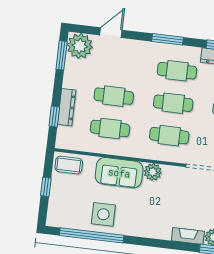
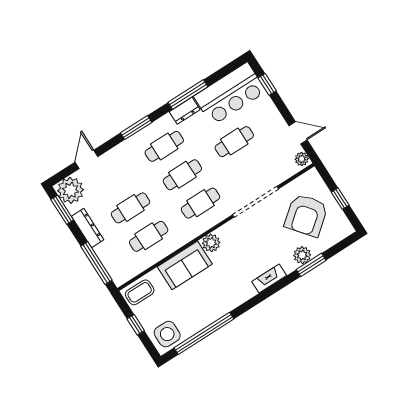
dresser: (67, 107) -> (88, 228), moved
window: (54, 116) -> (96, 263), width x2.17
side table: (103, 214) -> (167, 334), moved
fireplace: (188, 236) -> (269, 278), moved

